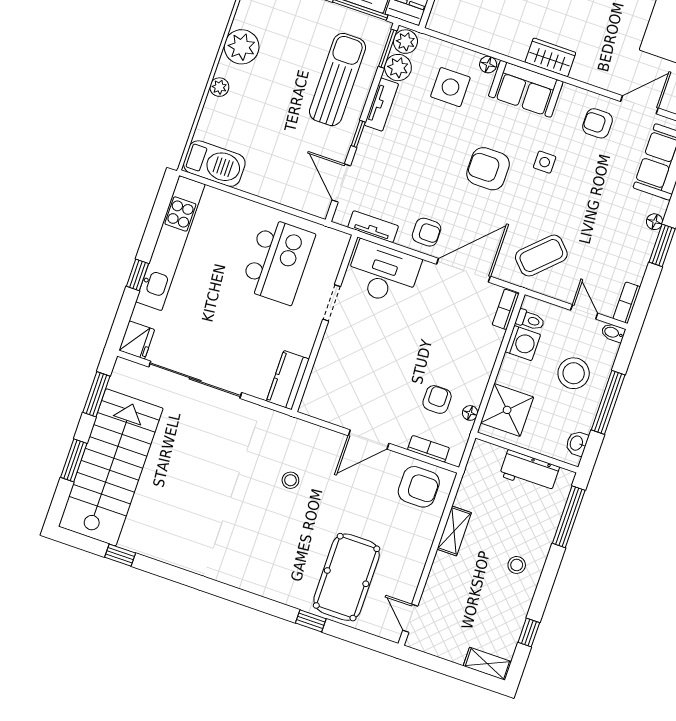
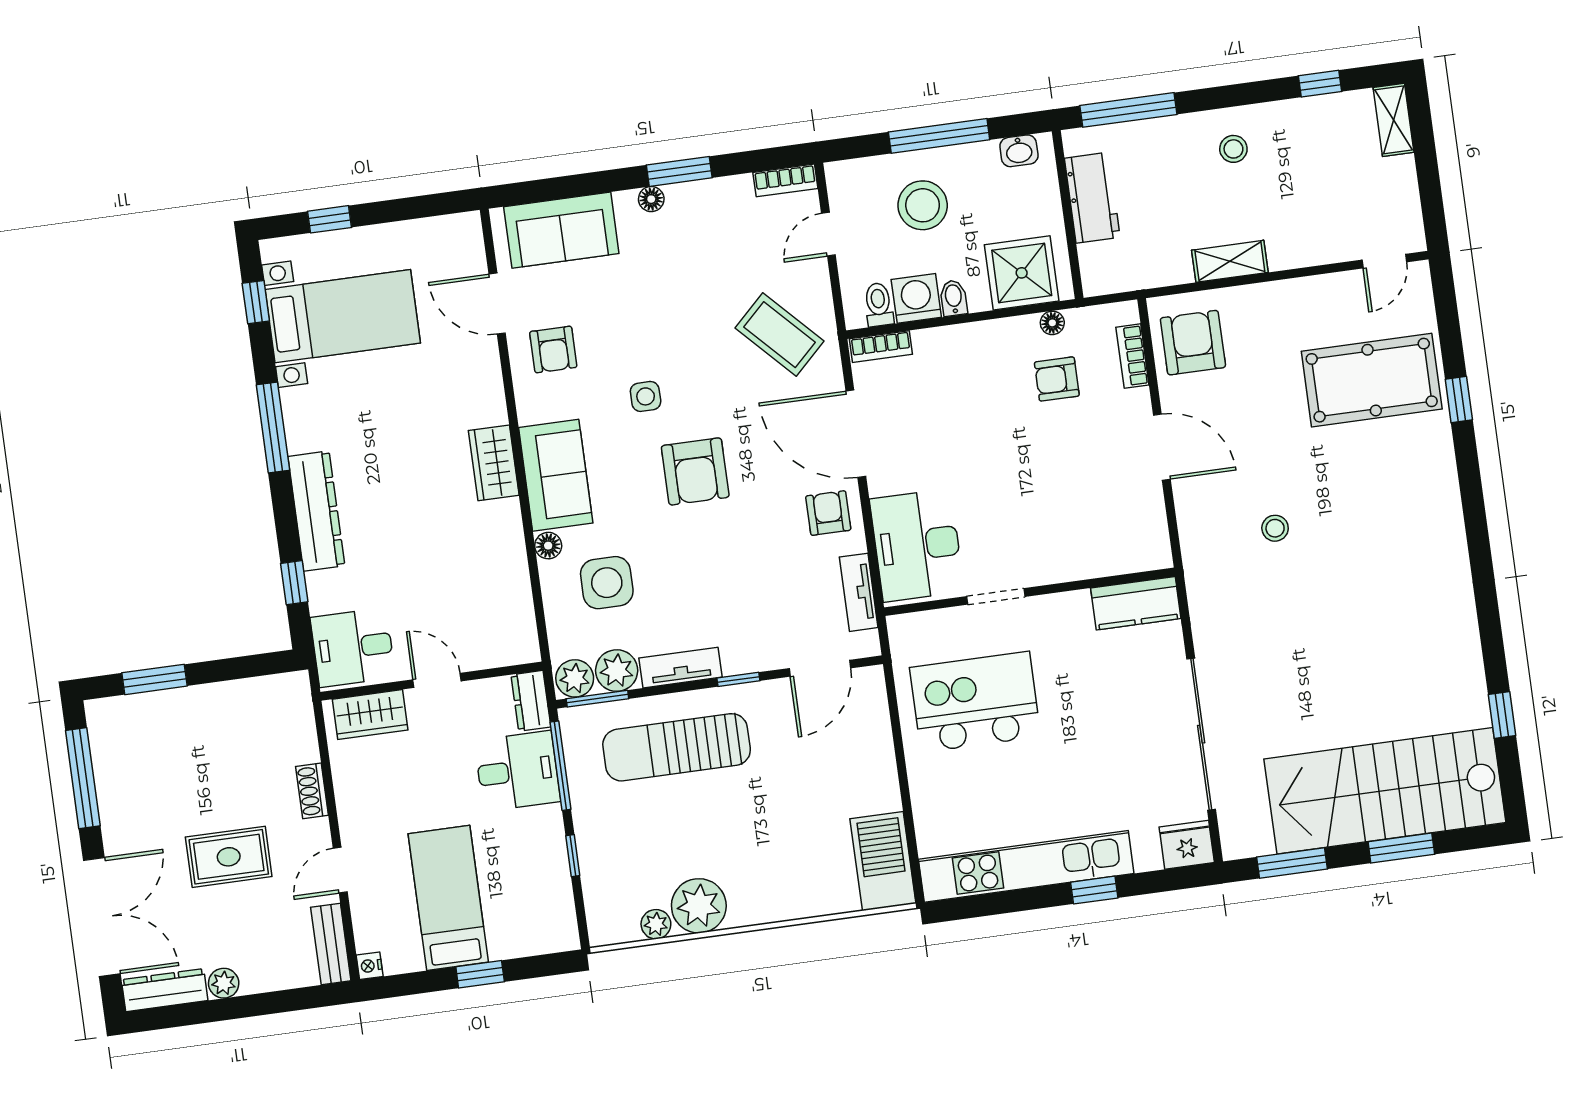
plant: (219, 87) -> (656, 924), moved
bidet: (613, 333) -> (954, 298), moved, turned 180

